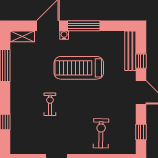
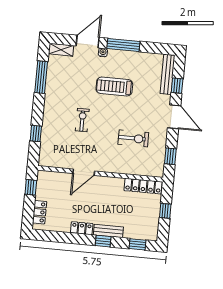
treadmill: (79, 68) -> (114, 86), width x0.73, depth x0.73
exercise bike: (101, 133) -> (133, 138), moved, turned 89

